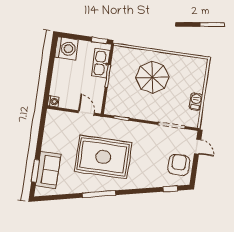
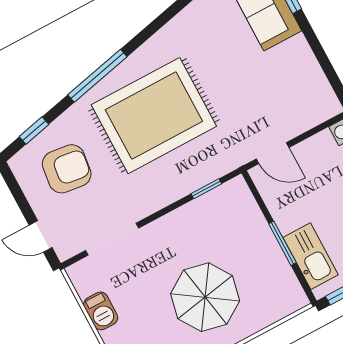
rug: (103, 157) -> (154, 116), moved
armchair: (179, 165) -> (67, 169), moved, turned -83
window: (99, 194) -> (97, 76), moved

